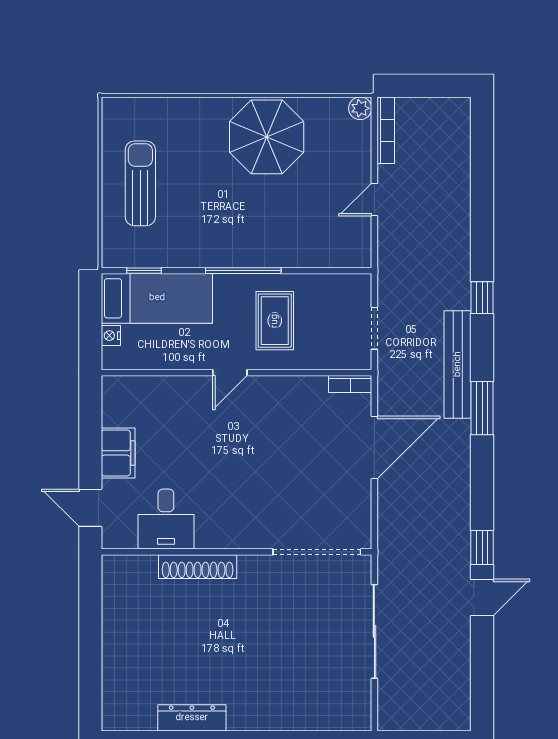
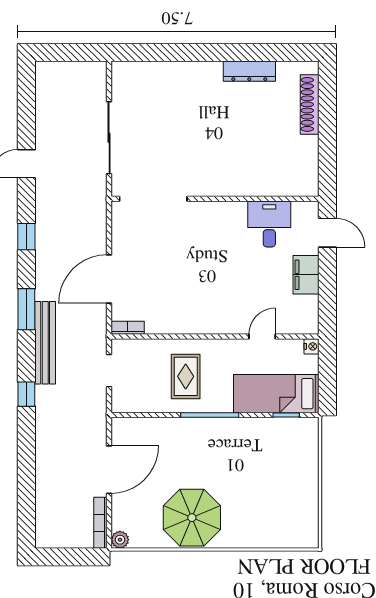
sun lounger: (140, 183) -> (289, 482), removed
door: (374, 200) -> (109, 470), width x1.88
nightstand: (111, 336) -> (312, 346), moved
door: (230, 373) -> (262, 337), moved
window: (482, 547) -> (26, 237), moved
shoe rack: (198, 567) -> (310, 104), moved, turned -90

